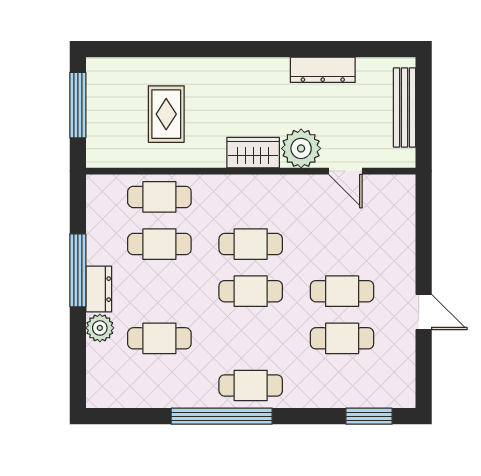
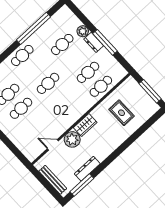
window: (360, 49) -> (82, 185), added
cafe table: (251, 244) -> (61, 97), removed
window: (222, 416) -> (33, 28), moved

